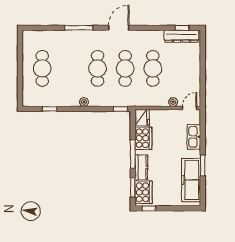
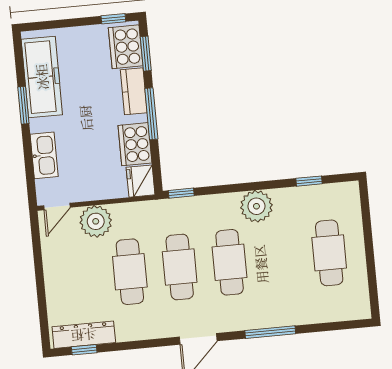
plant: (84, 102) -> (256, 206), width x1.88, depth x1.88
plant: (173, 102) -> (96, 221), width x1.87, depth x1.87

